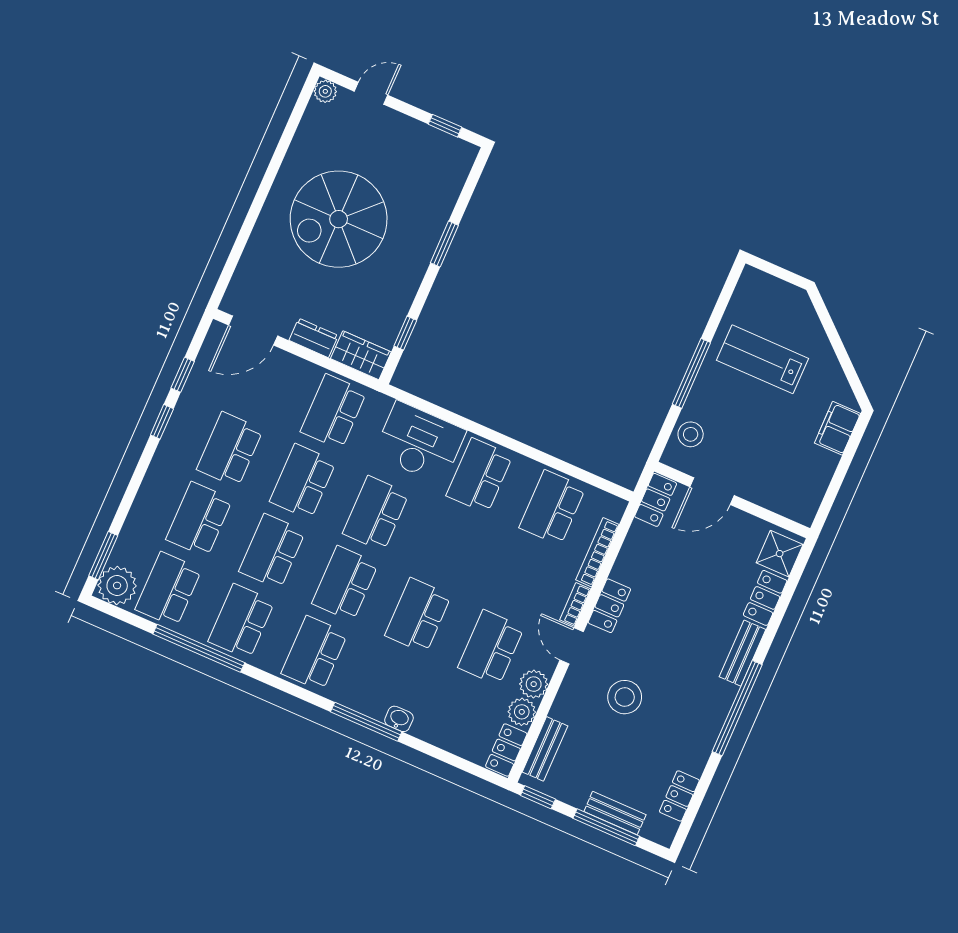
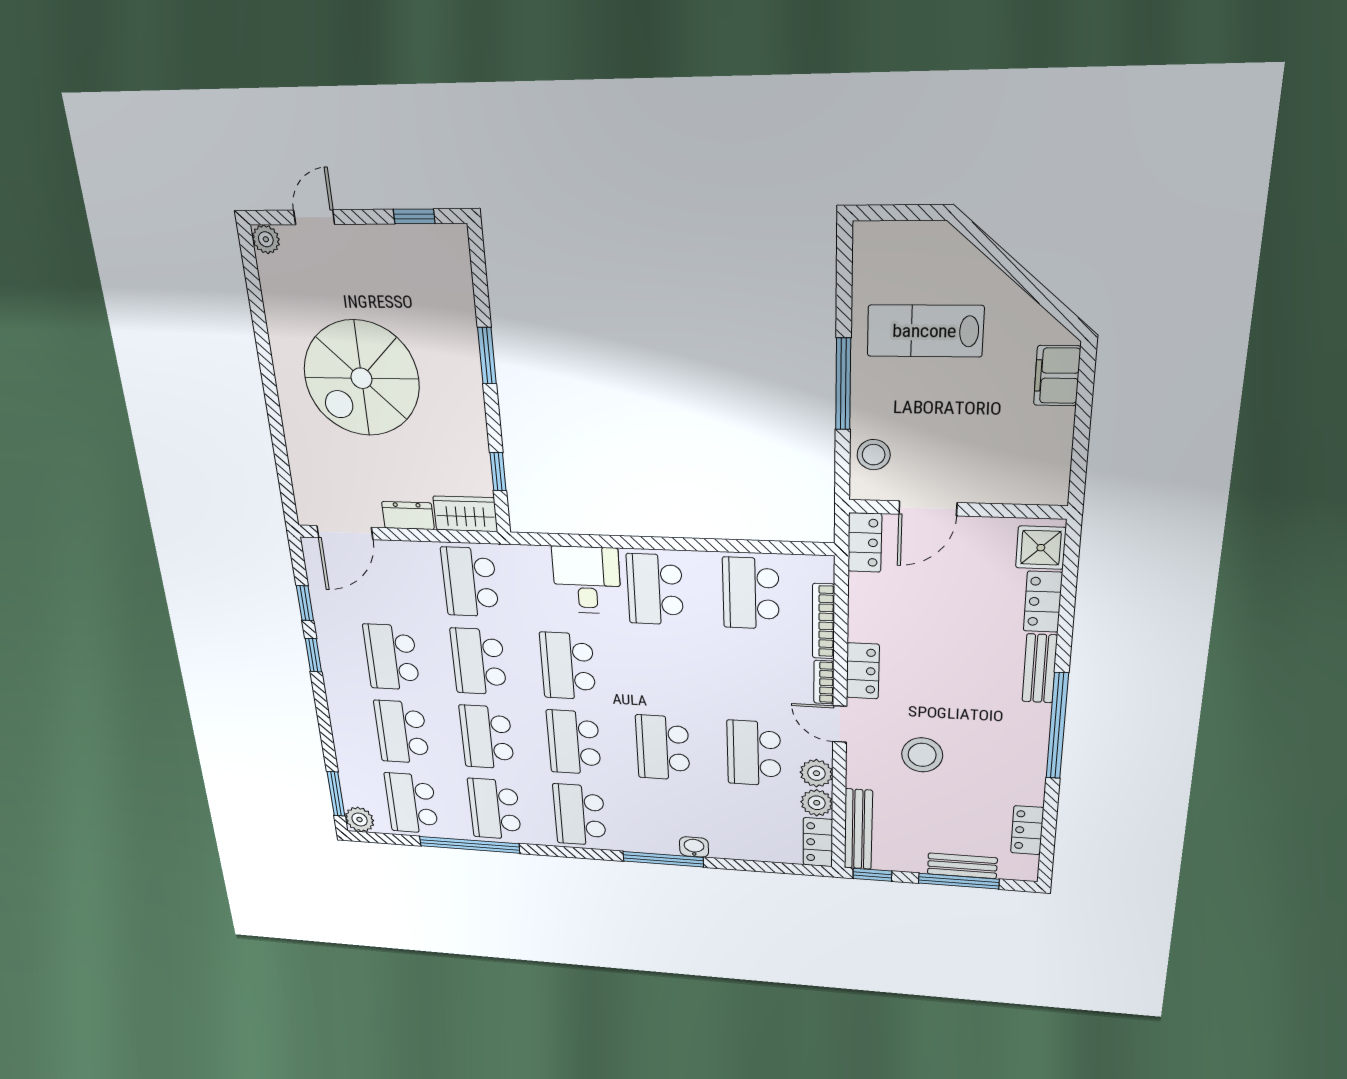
desk: (420, 443) -> (587, 580), width x0.73
plant: (117, 586) -> (360, 819), width x0.73, depth x0.73
bench: (545, 749) -> (858, 829), width x1.36

